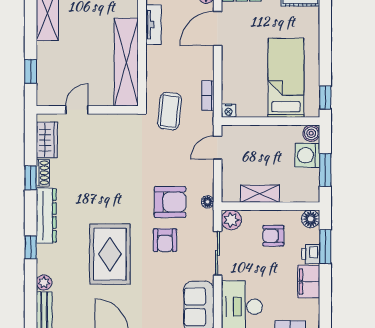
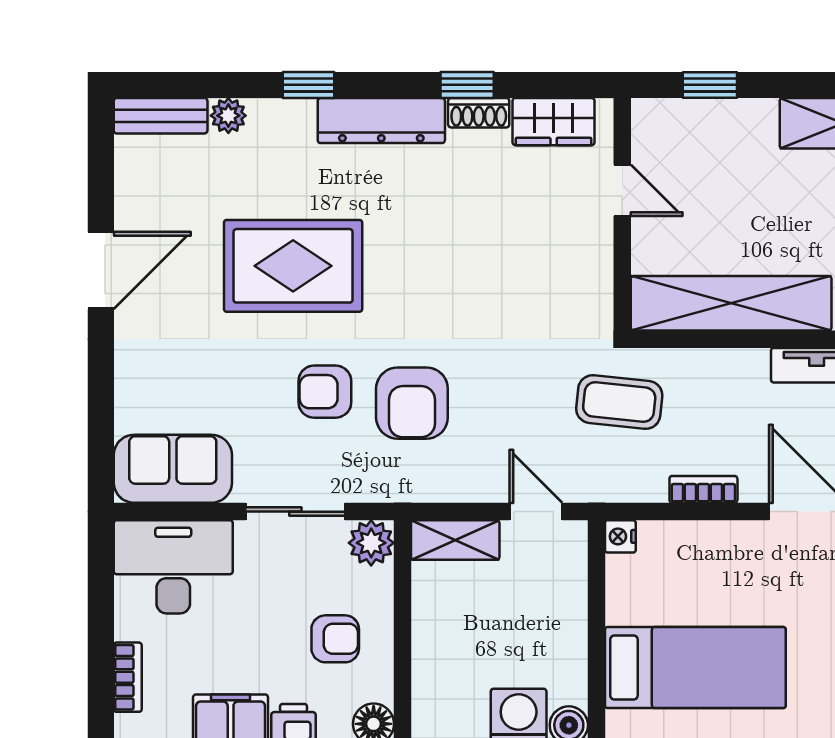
bookcase: (208, 96) -> (703, 489), moved
shelving: (260, 194) -> (455, 540), moved, turned 90
floor lamp: (208, 202) -> (412, 489), removed
armchair: (273, 236) -> (335, 639), turned 90

